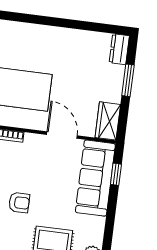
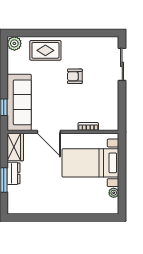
dresser: (119, 49) -> (14, 173), moved

